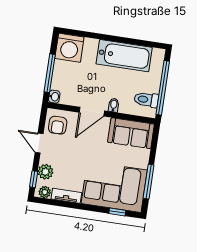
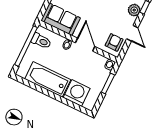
washing machine: (69, 48) -> (77, 93), moved
window: (50, 73) -> (108, 83), width x0.69
door: (92, 112) -> (85, 45), hinge flipped

